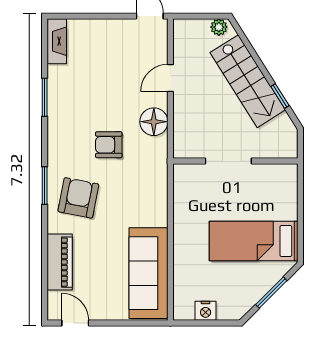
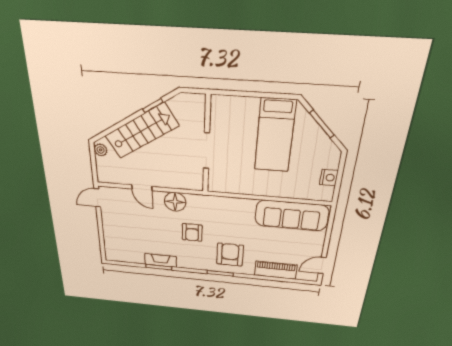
fireplace: (57, 41) -> (161, 260), moved
armchair: (78, 198) -> (230, 255), turned 79

